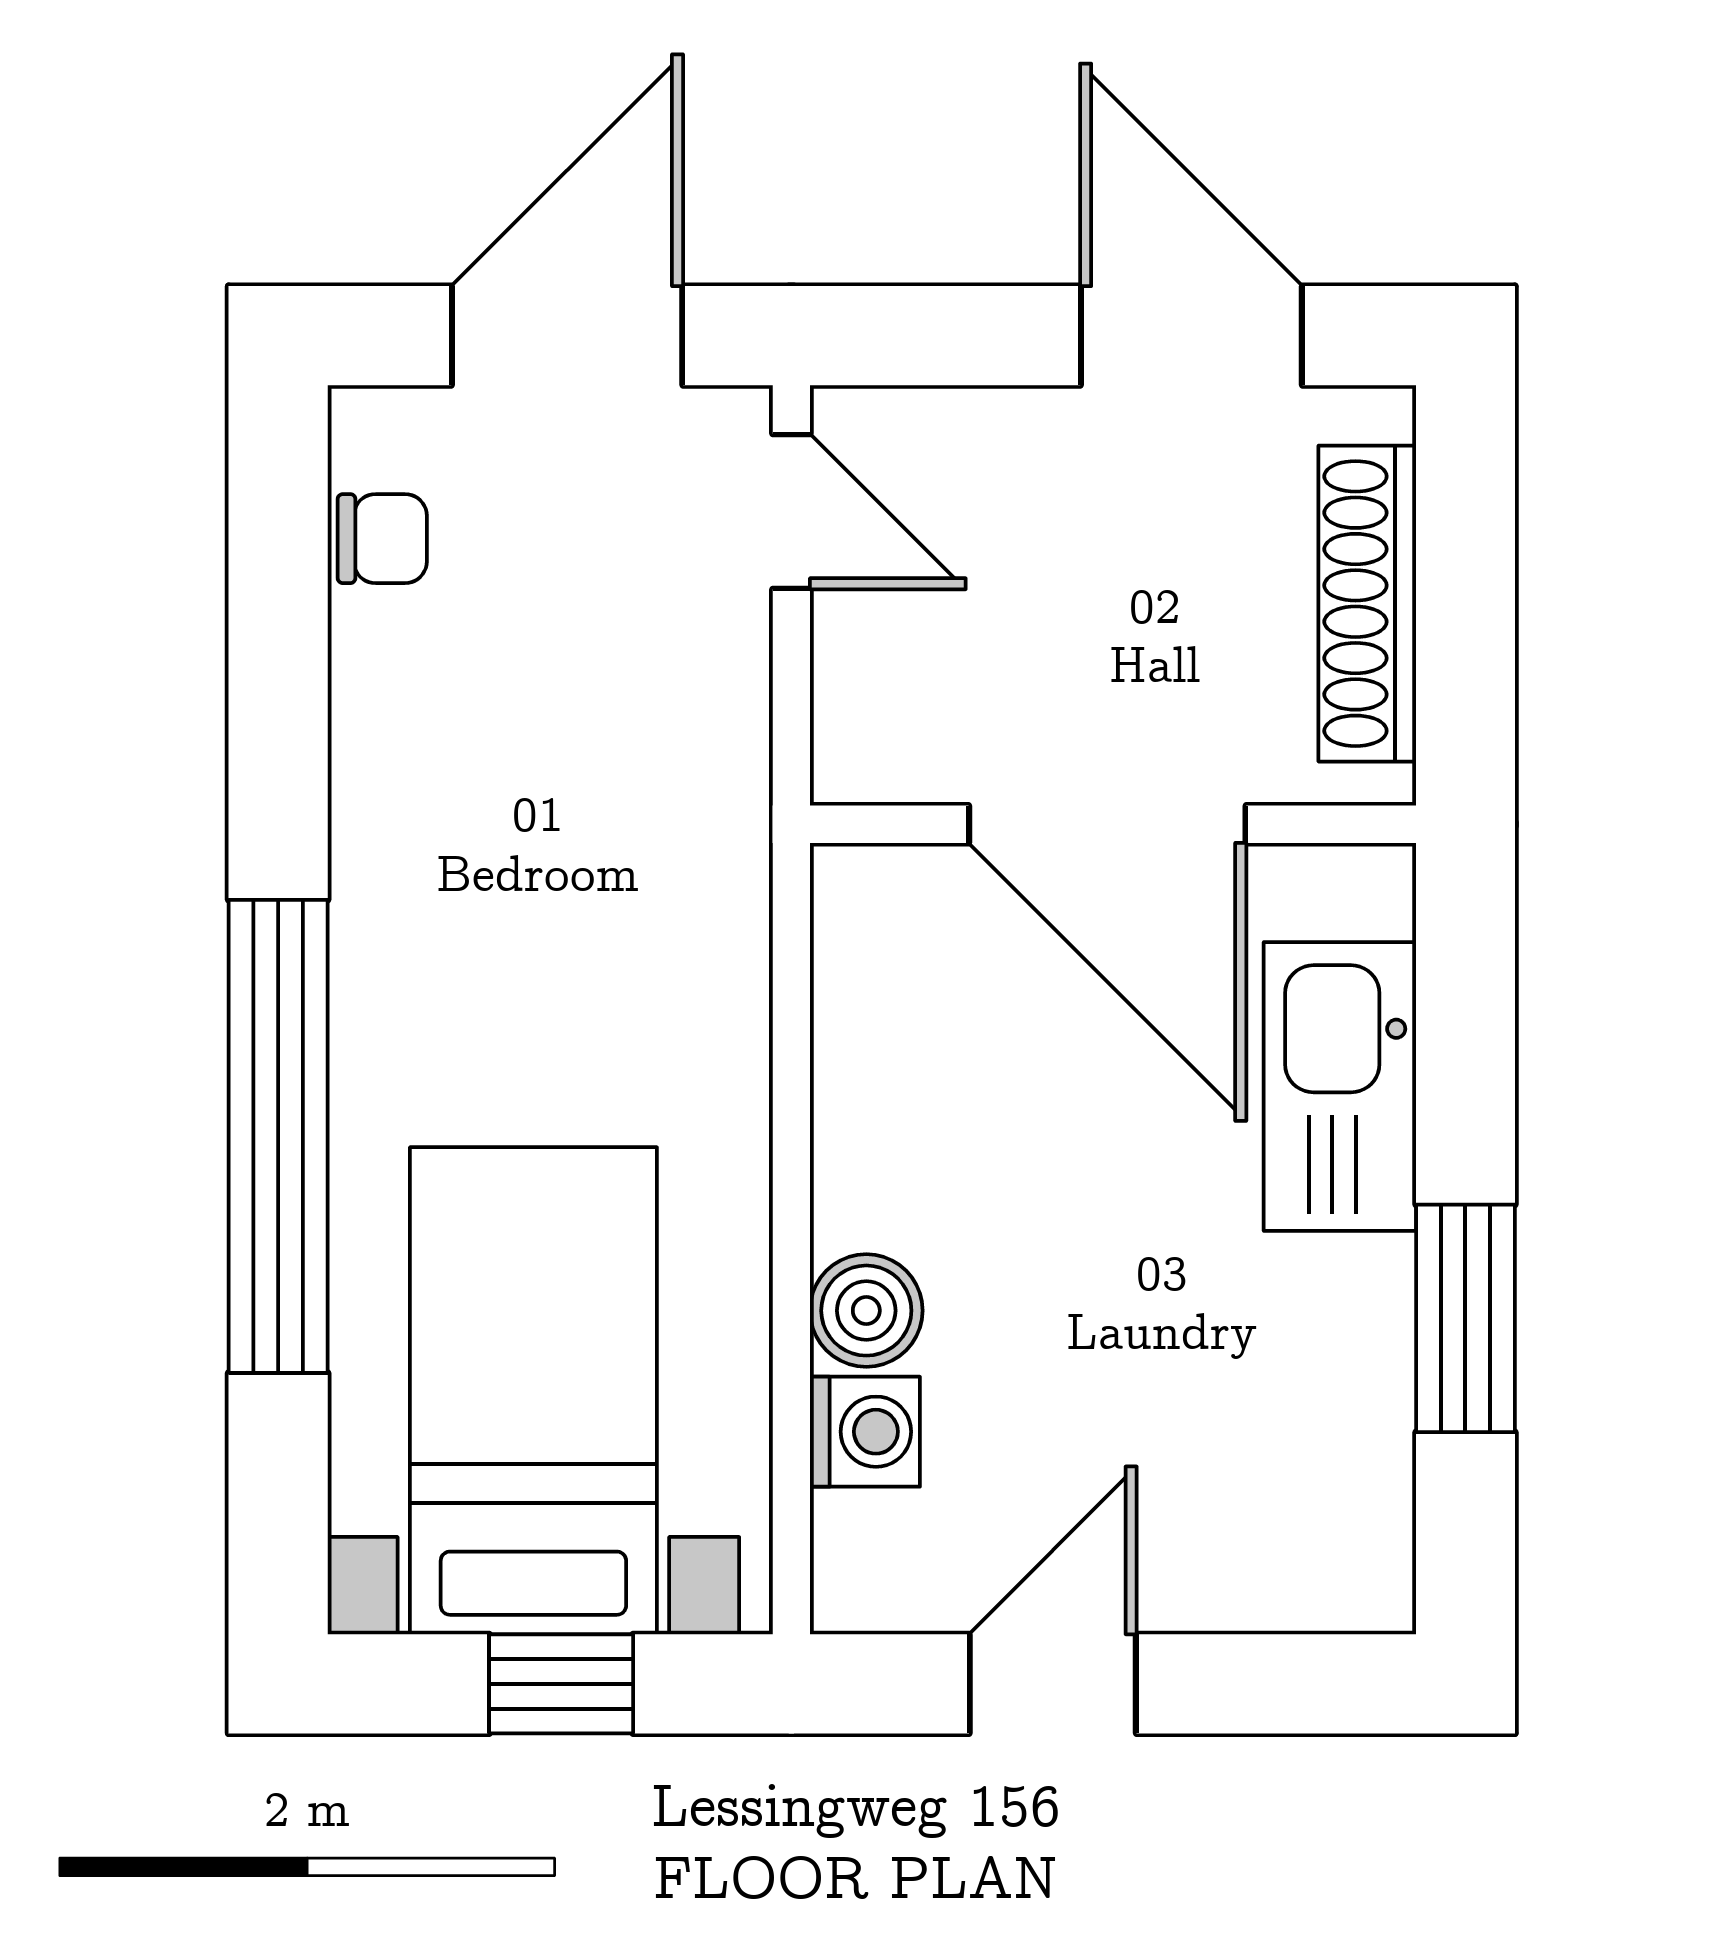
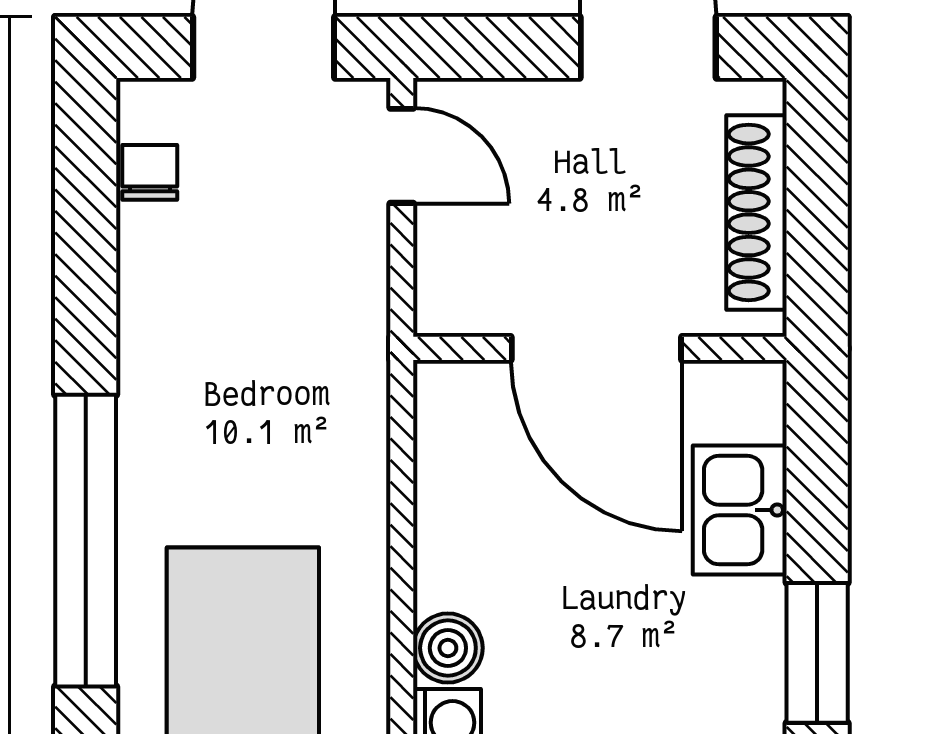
chair: (382, 539) -> (150, 172), turned -90
kitchen sink: (1340, 1087) -> (740, 510), width x0.73

